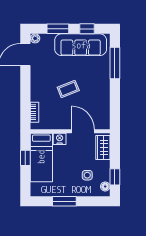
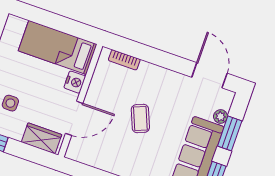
plant: (35, 38) -> (221, 117), moved
window: (25, 158) -> (65, 25), removed

